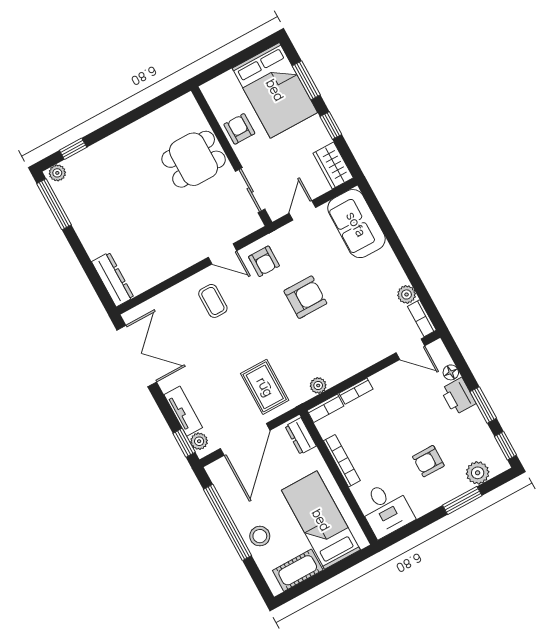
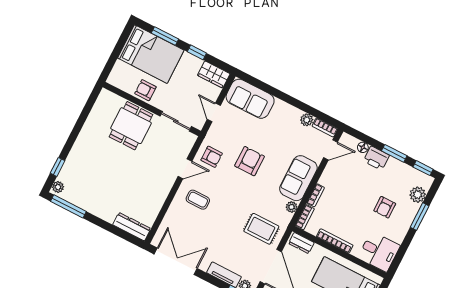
sofa: (350, 357) -> (298, 178), added

